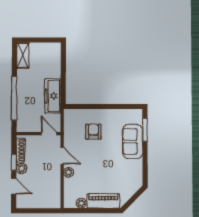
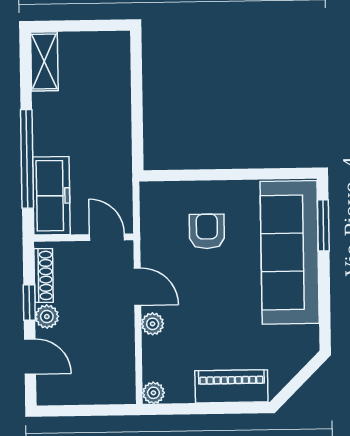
freezer: (53, 96) -> (51, 196), moved, turned 180
sofa: (133, 141) -> (290, 252), width x1.85, depth x1.27
plant: (81, 203) -> (153, 393), moved

